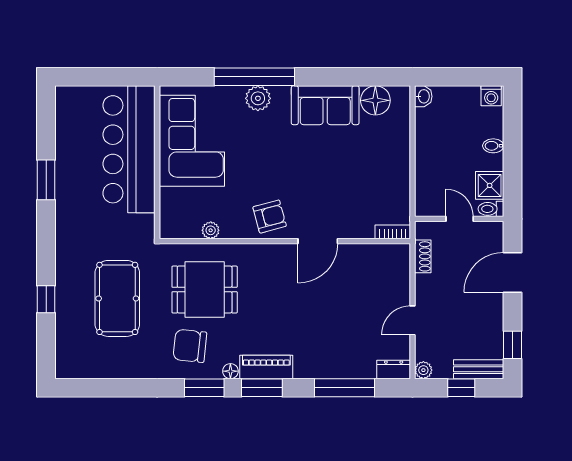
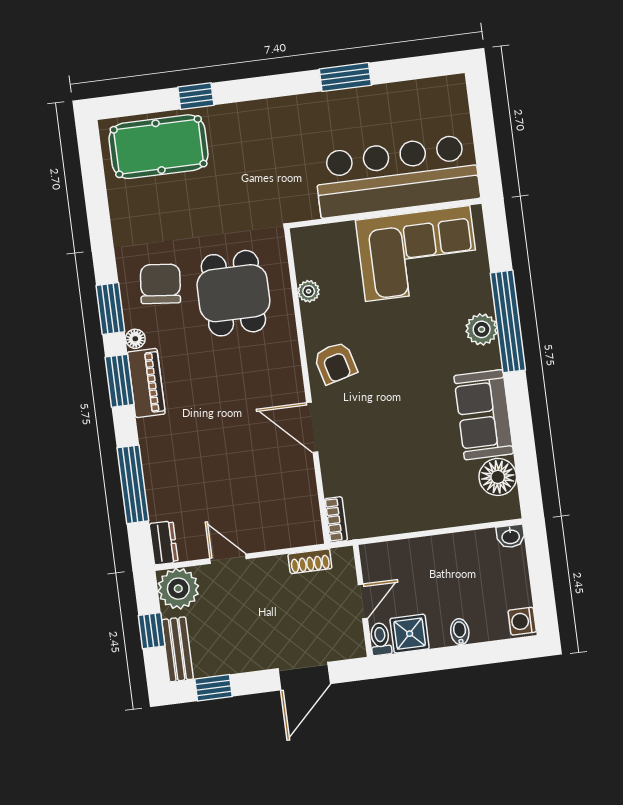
door: (512, 272) -> (304, 676), swing flipped
pool table: (117, 298) -> (159, 147), moved
plant: (423, 370) -> (178, 589), width x1.88, depth x1.88

